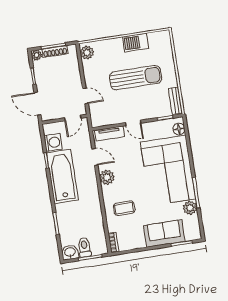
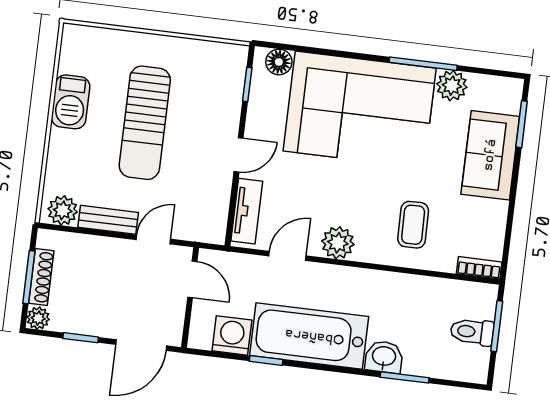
sun lounger: (136, 78) -> (145, 123), turned 180
bench: (175, 101) -> (108, 220), moved
washbasin: (70, 252) -> (384, 357), moved, turned 90

